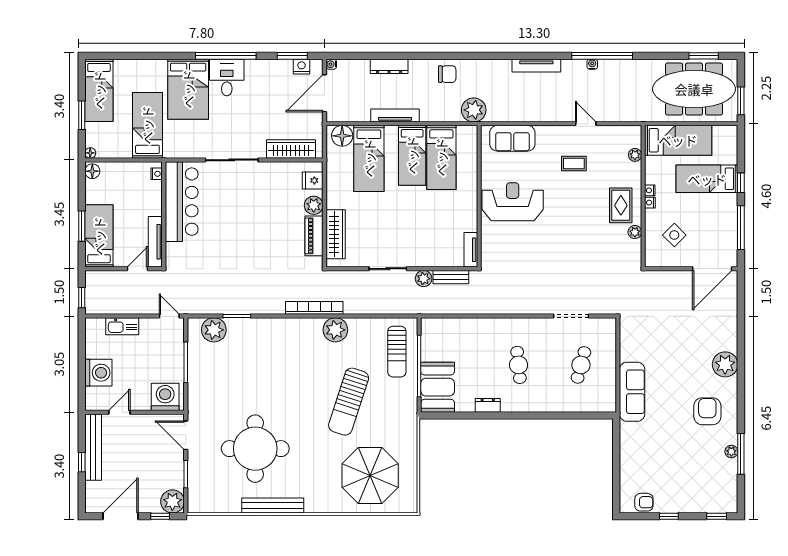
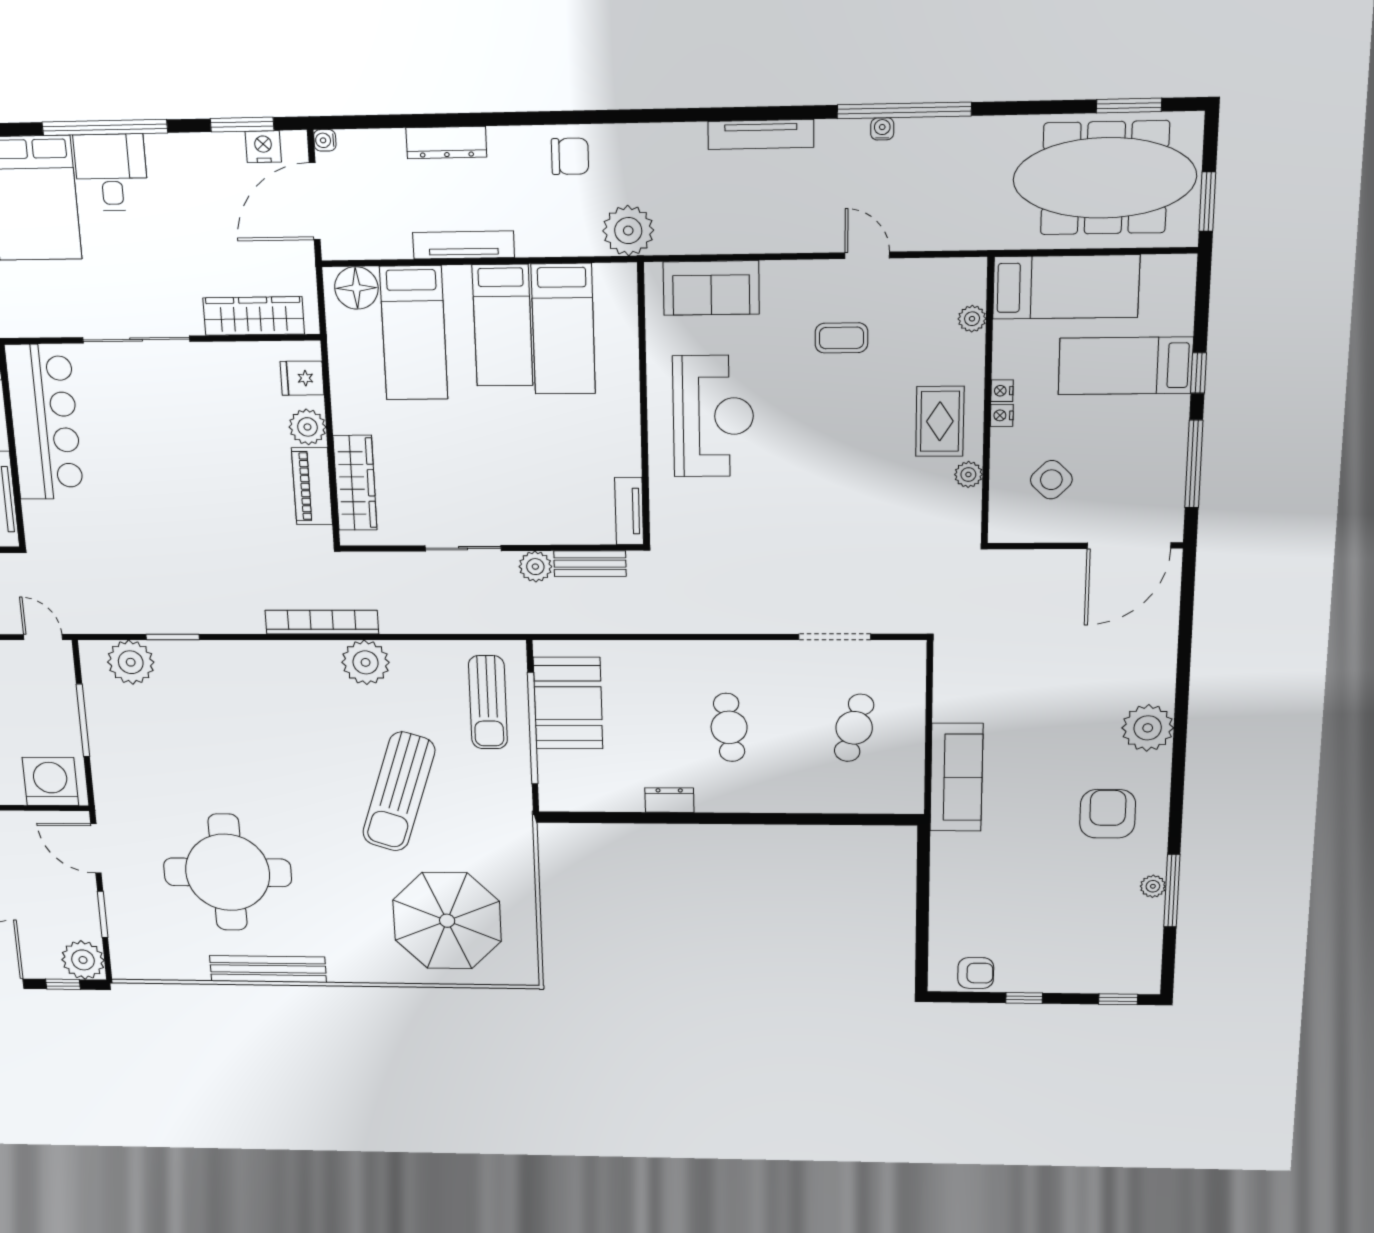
reception desk: (513, 202) -> (713, 416), turned 90
booth: (438, 387) -> (568, 703), moved

